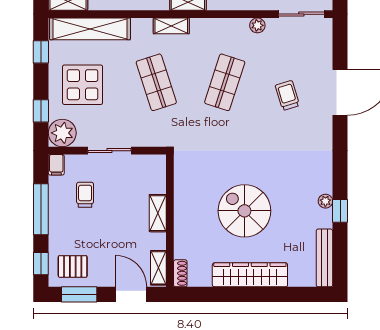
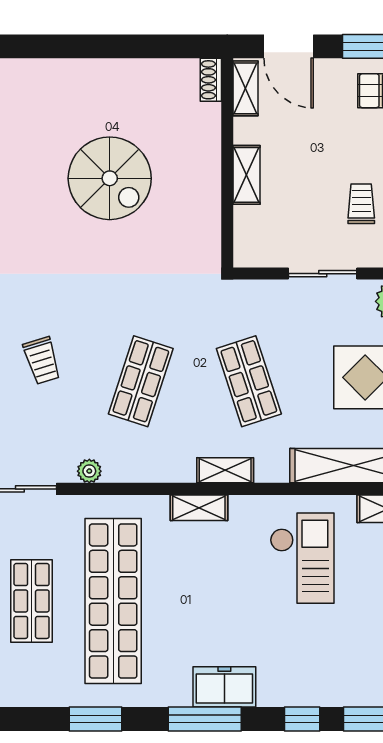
trolley: (85, 195) -> (361, 204), turned 180
wardrobe: (250, 275) -> (101, 77), removed

